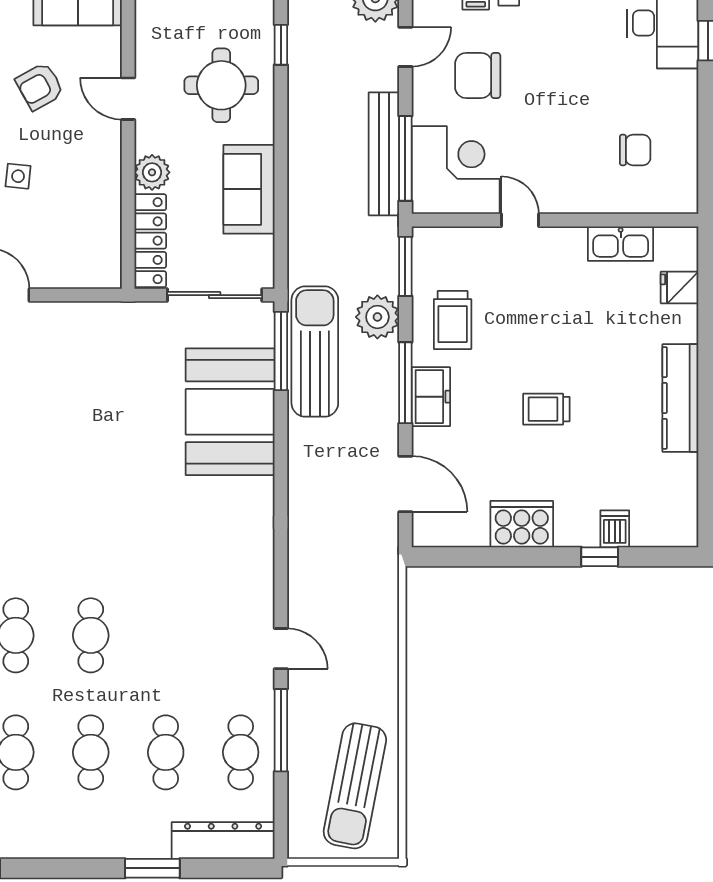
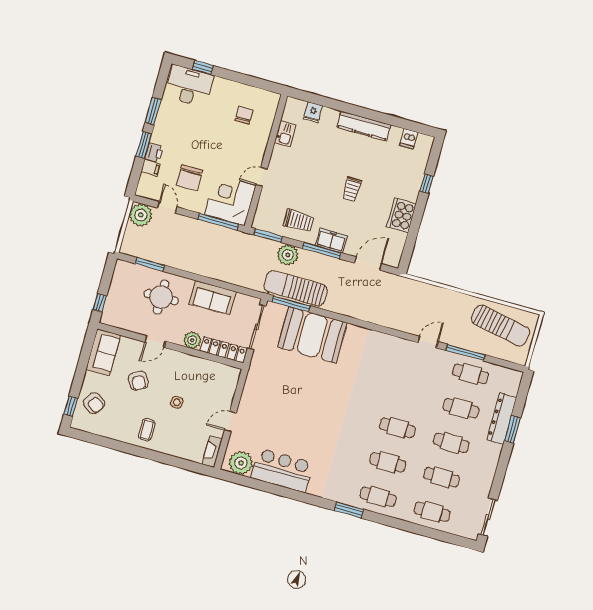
window: (281, 45) -> (150, 264), width x1.50
bench: (384, 154) -> (214, 231), removed
kitchen sink: (621, 244) -> (285, 134), width x0.73
dishwasher: (615, 529) -> (409, 139), moved, turned -90
dresser: (223, 841) -> (502, 419), moved

